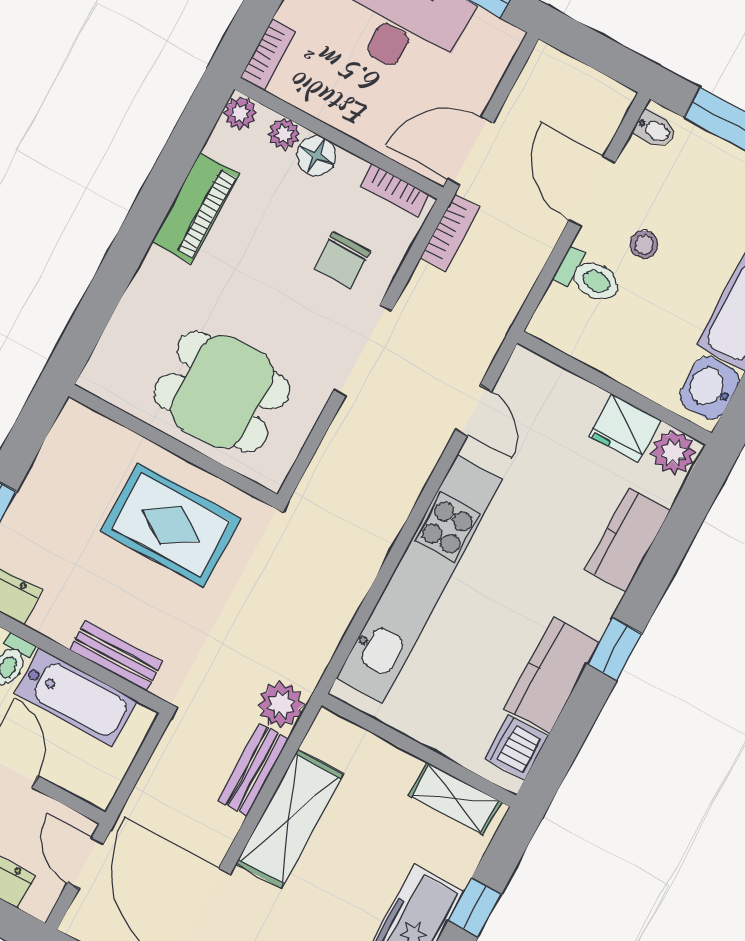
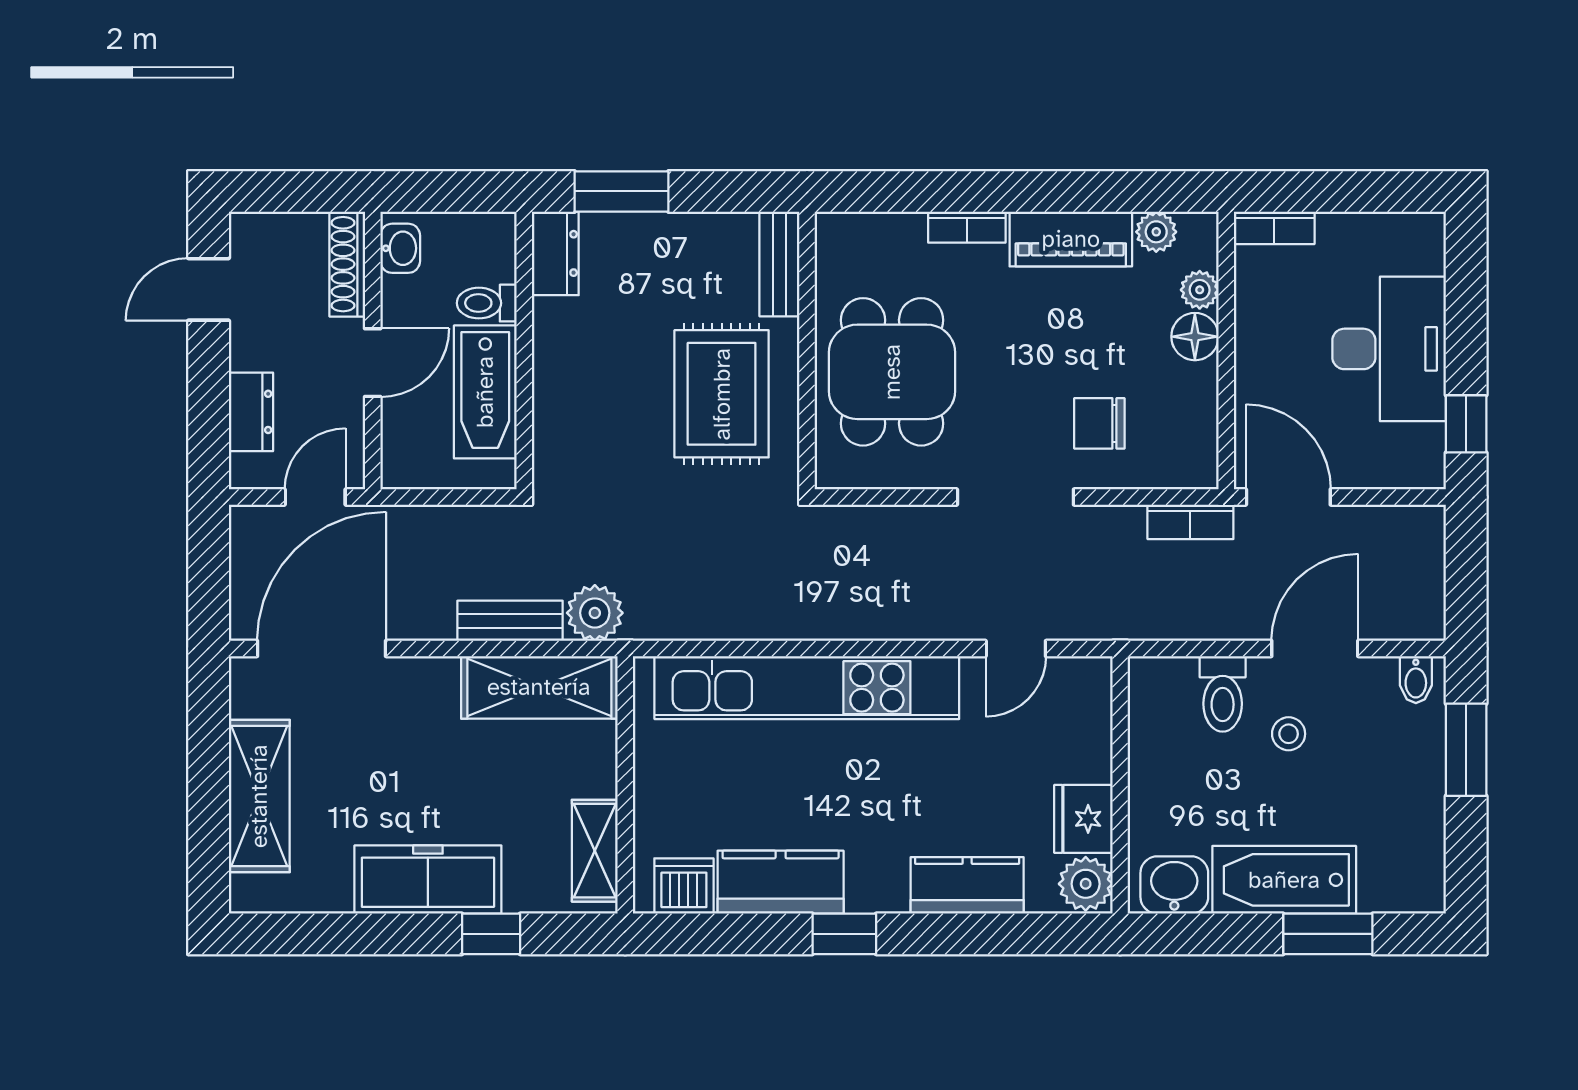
plant: (240, 113) -> (1156, 232), moved
bookcase: (395, 190) -> (967, 227), moved, turned -90
bench: (116, 656) -> (779, 264), moved
shelving: (290, 819) -> (539, 687), moved

